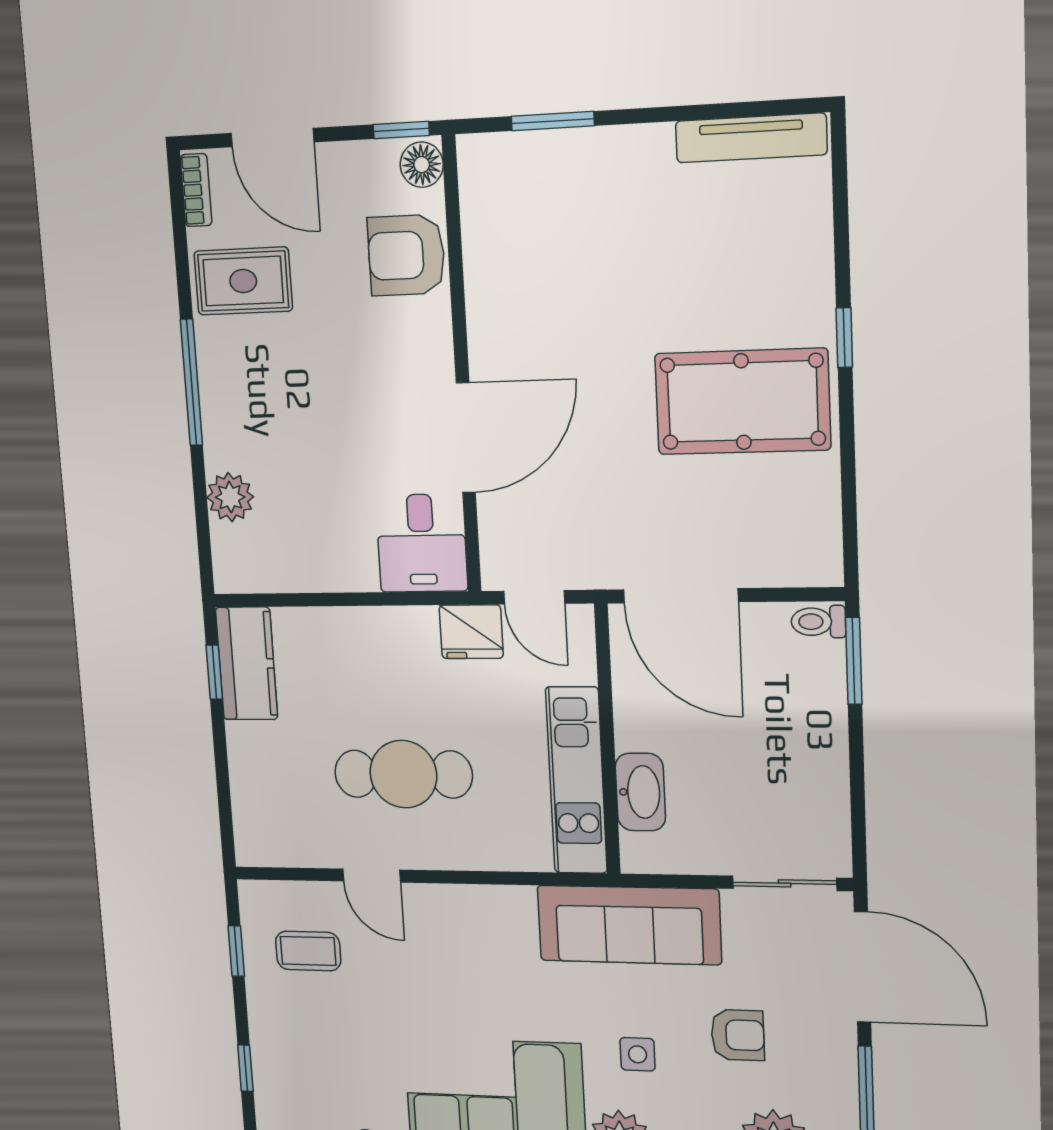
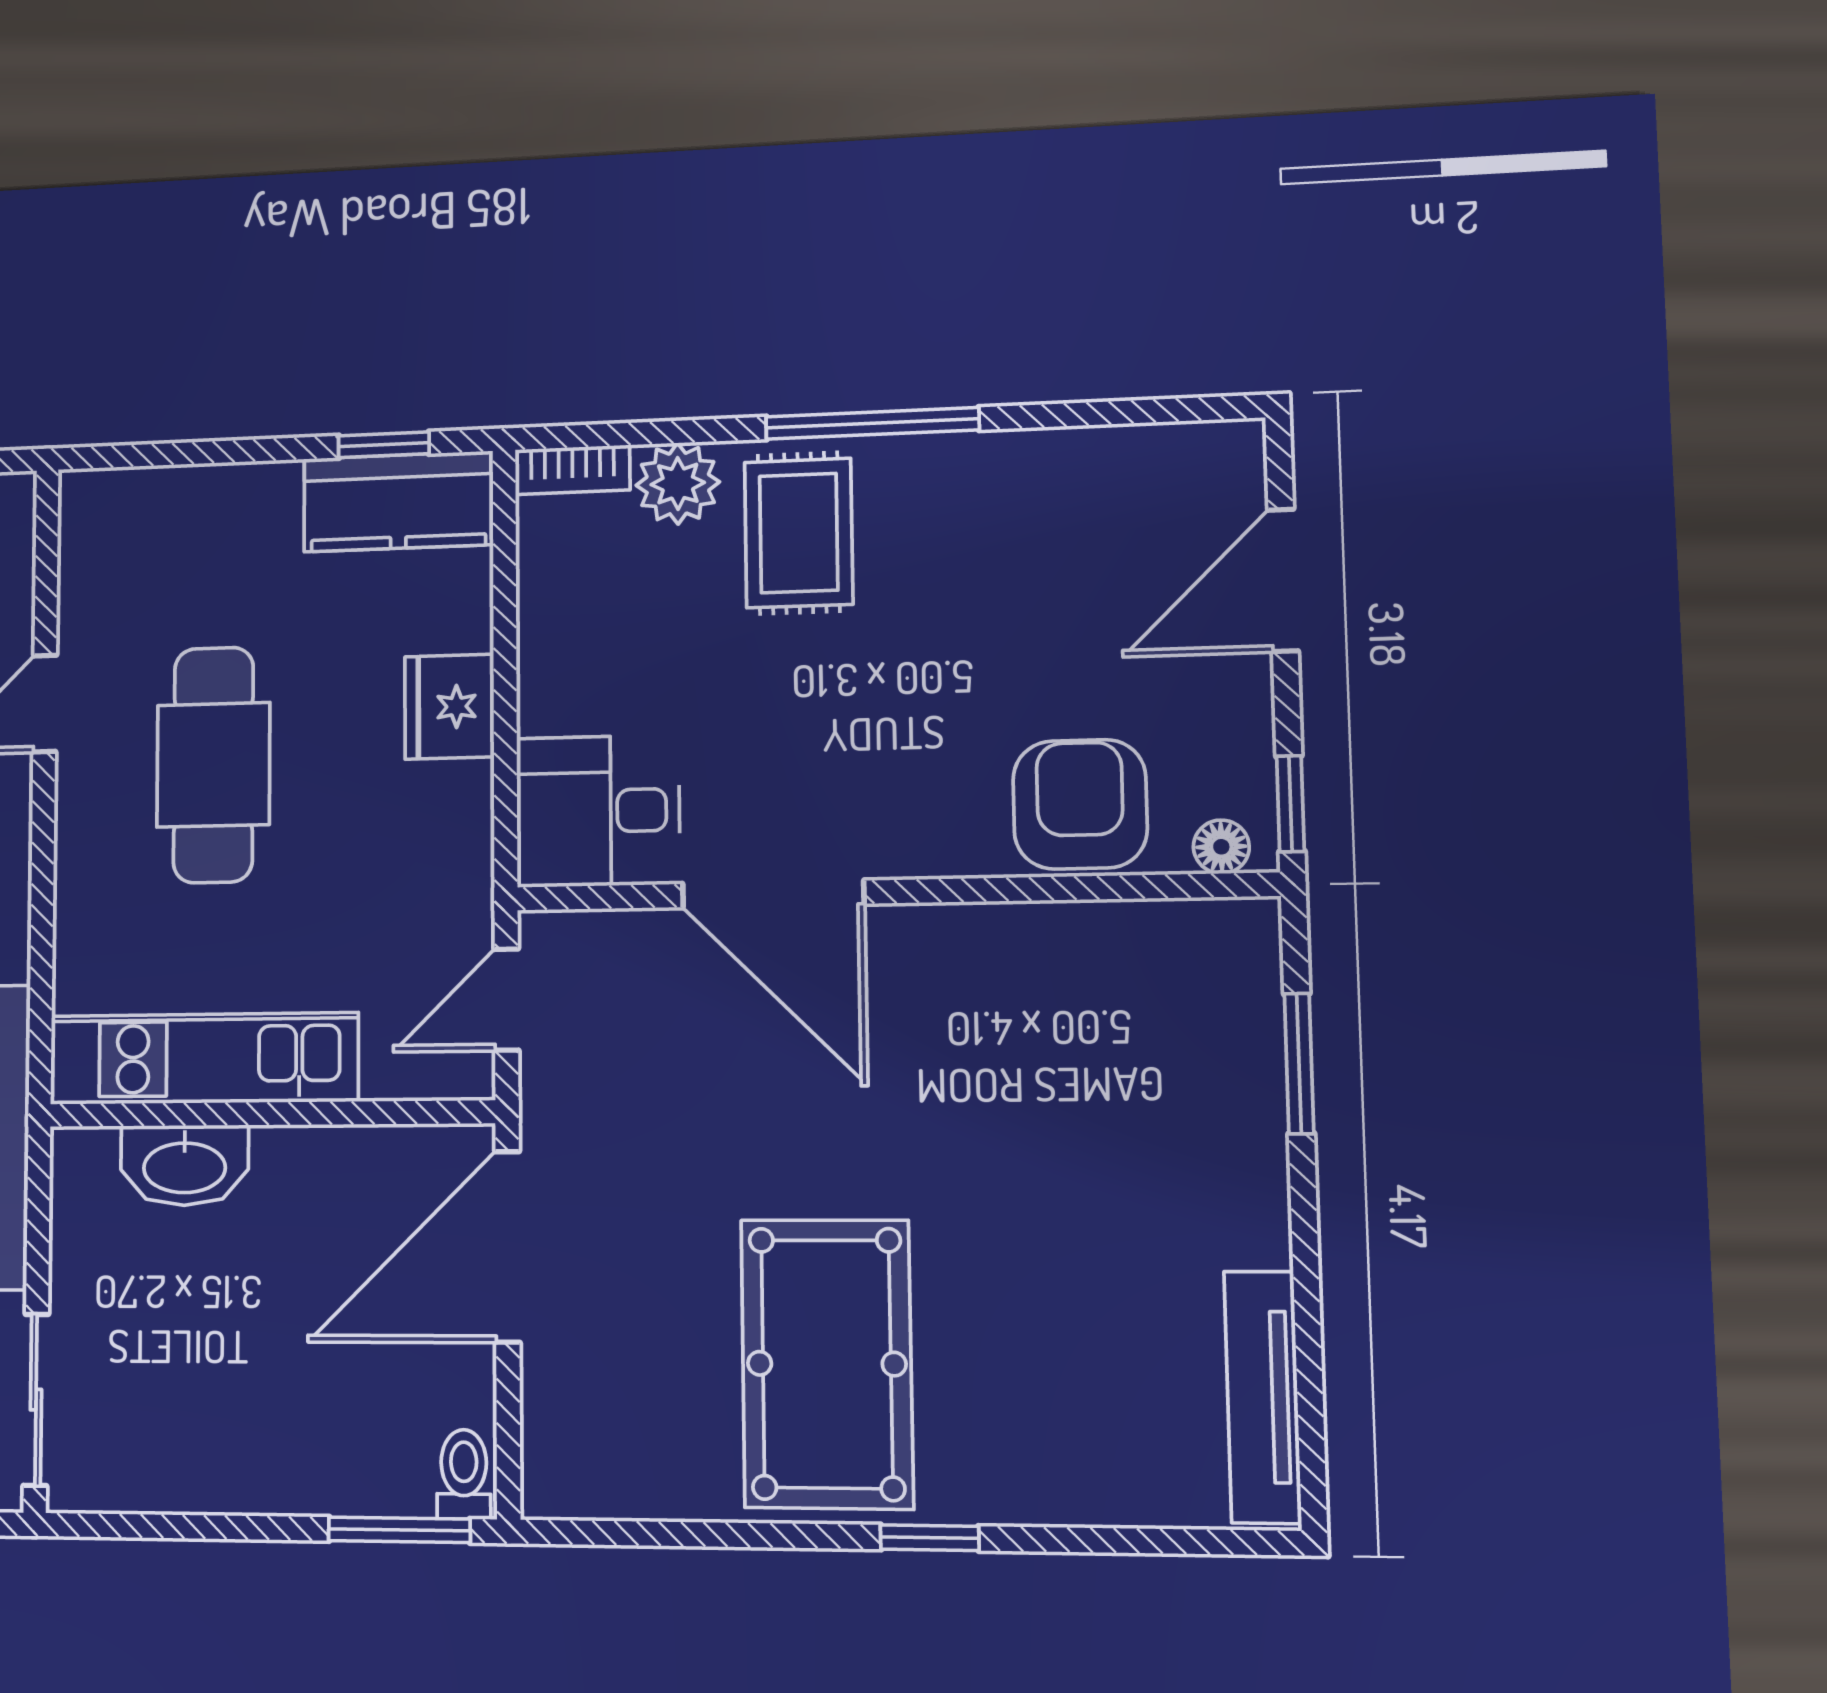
floor lamp: (422, 165) -> (1221, 847), width x0.73, depth x0.73
bookcase: (196, 190) -> (572, 470), moved
rug: (243, 281) -> (799, 533), moved
fridge: (471, 632) -> (449, 707), moved

